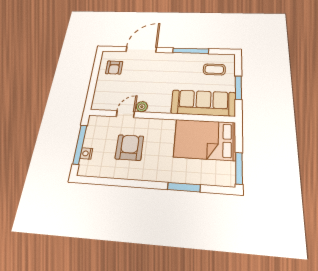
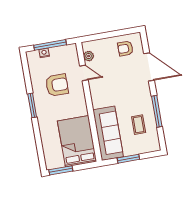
coffee table: (214, 69) -> (139, 125), moved
plant: (142, 107) -> (89, 56), moved
window: (184, 187) -> (32, 105), moved

